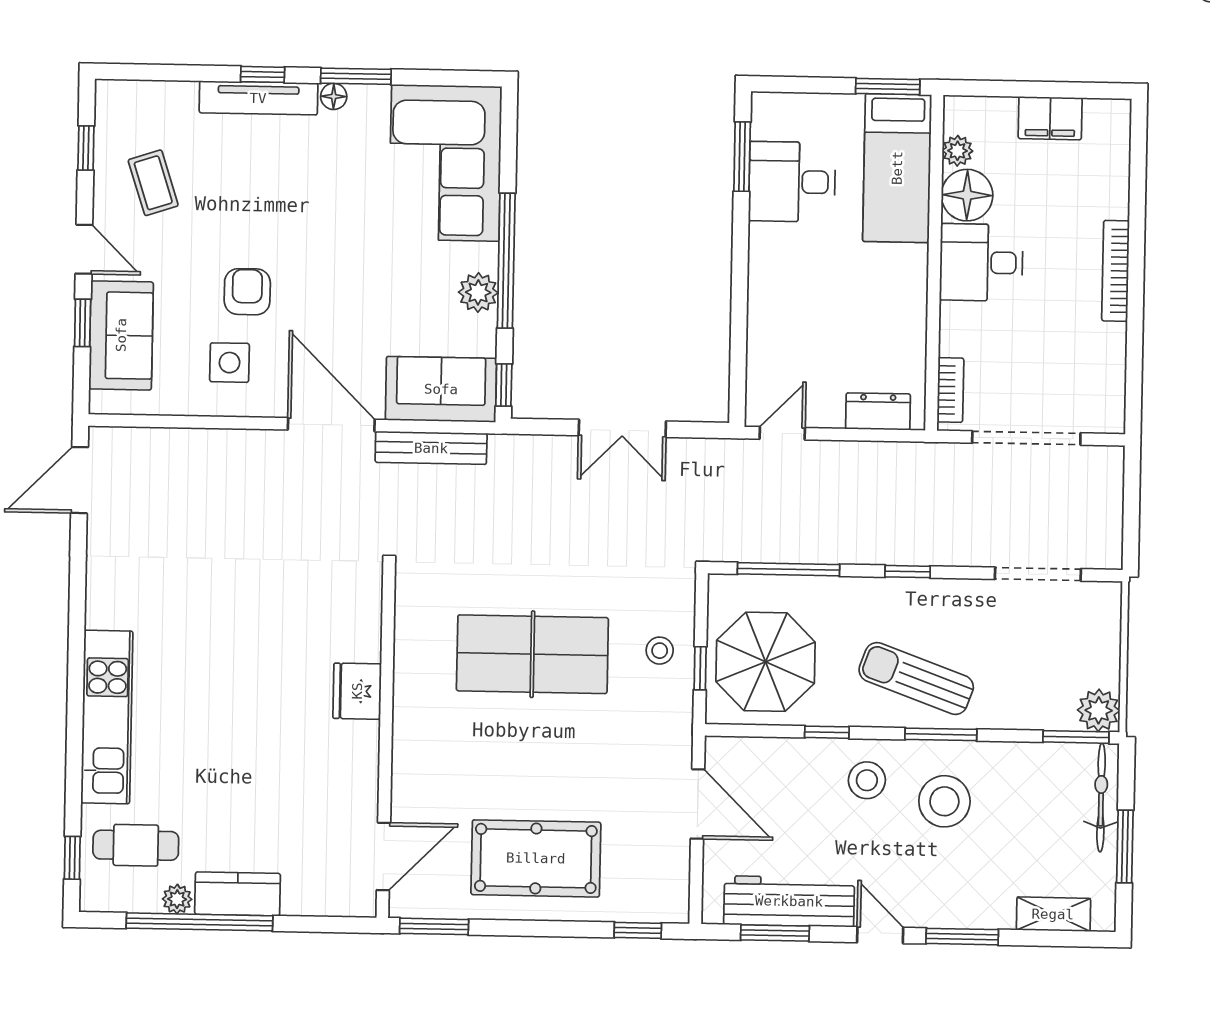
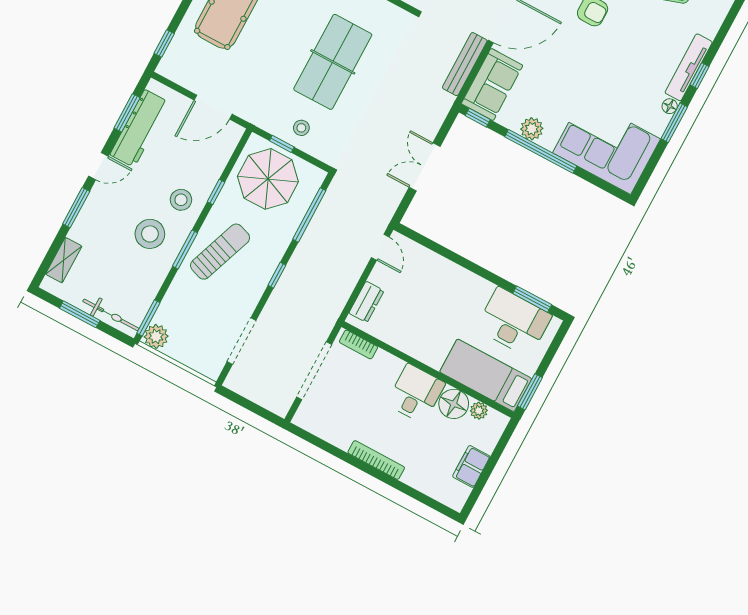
desk: (792, 182) -> (514, 322), width x1.37

